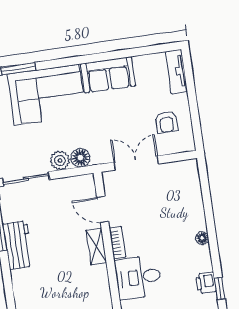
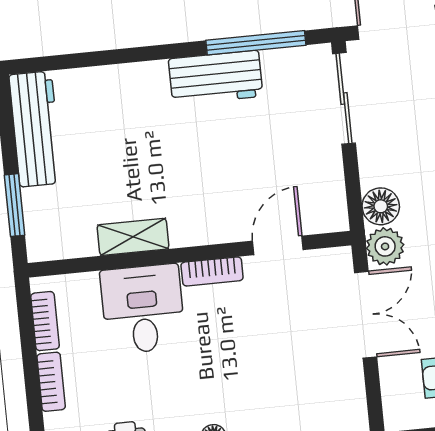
plant: (60, 160) -> (385, 246), moved
shelving: (96, 246) -> (133, 237), moved

